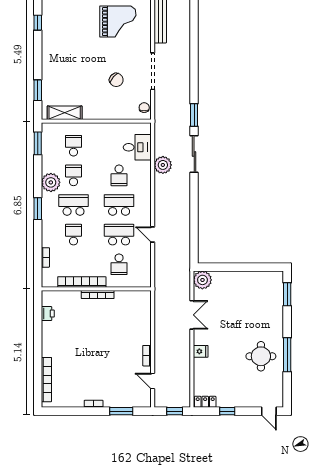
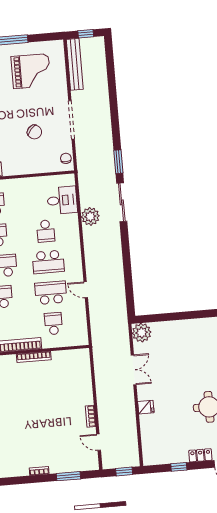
school desk: (119, 205) -> (48, 262), turned 180
school desk: (119, 264) -> (53, 324), turned 180
locker: (205, 402) -> (200, 455), moved

